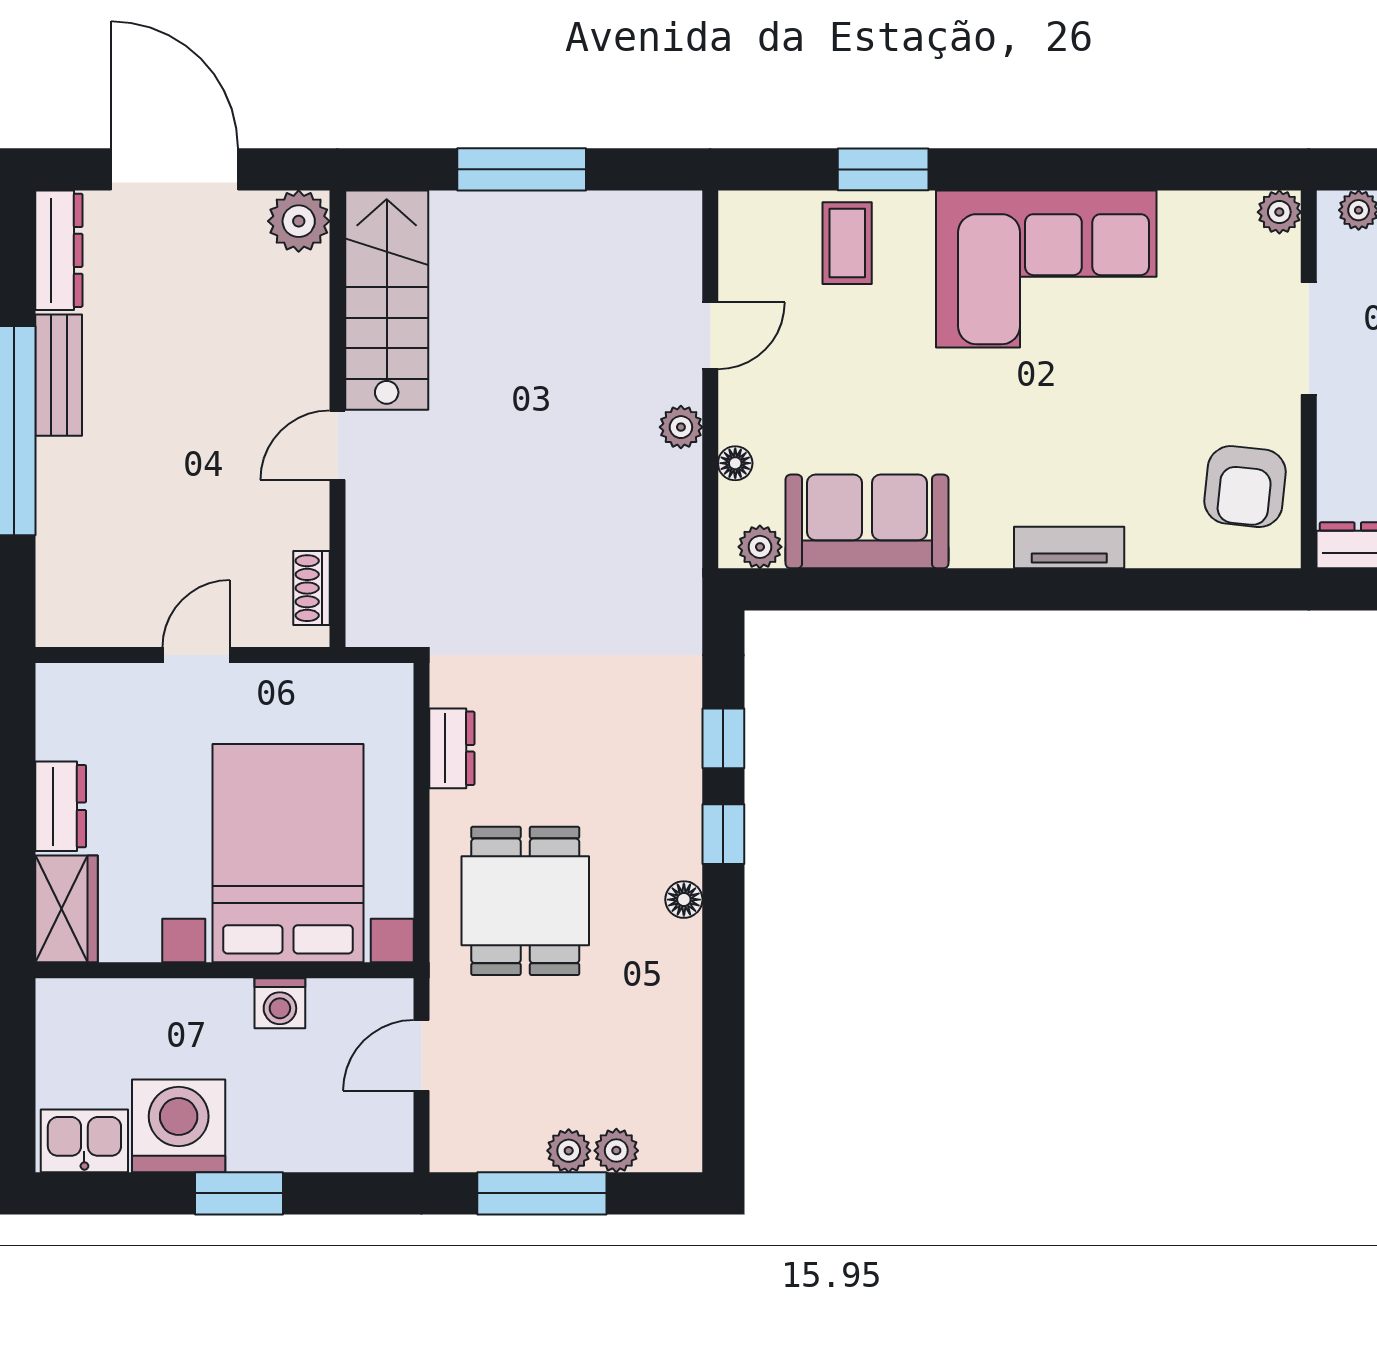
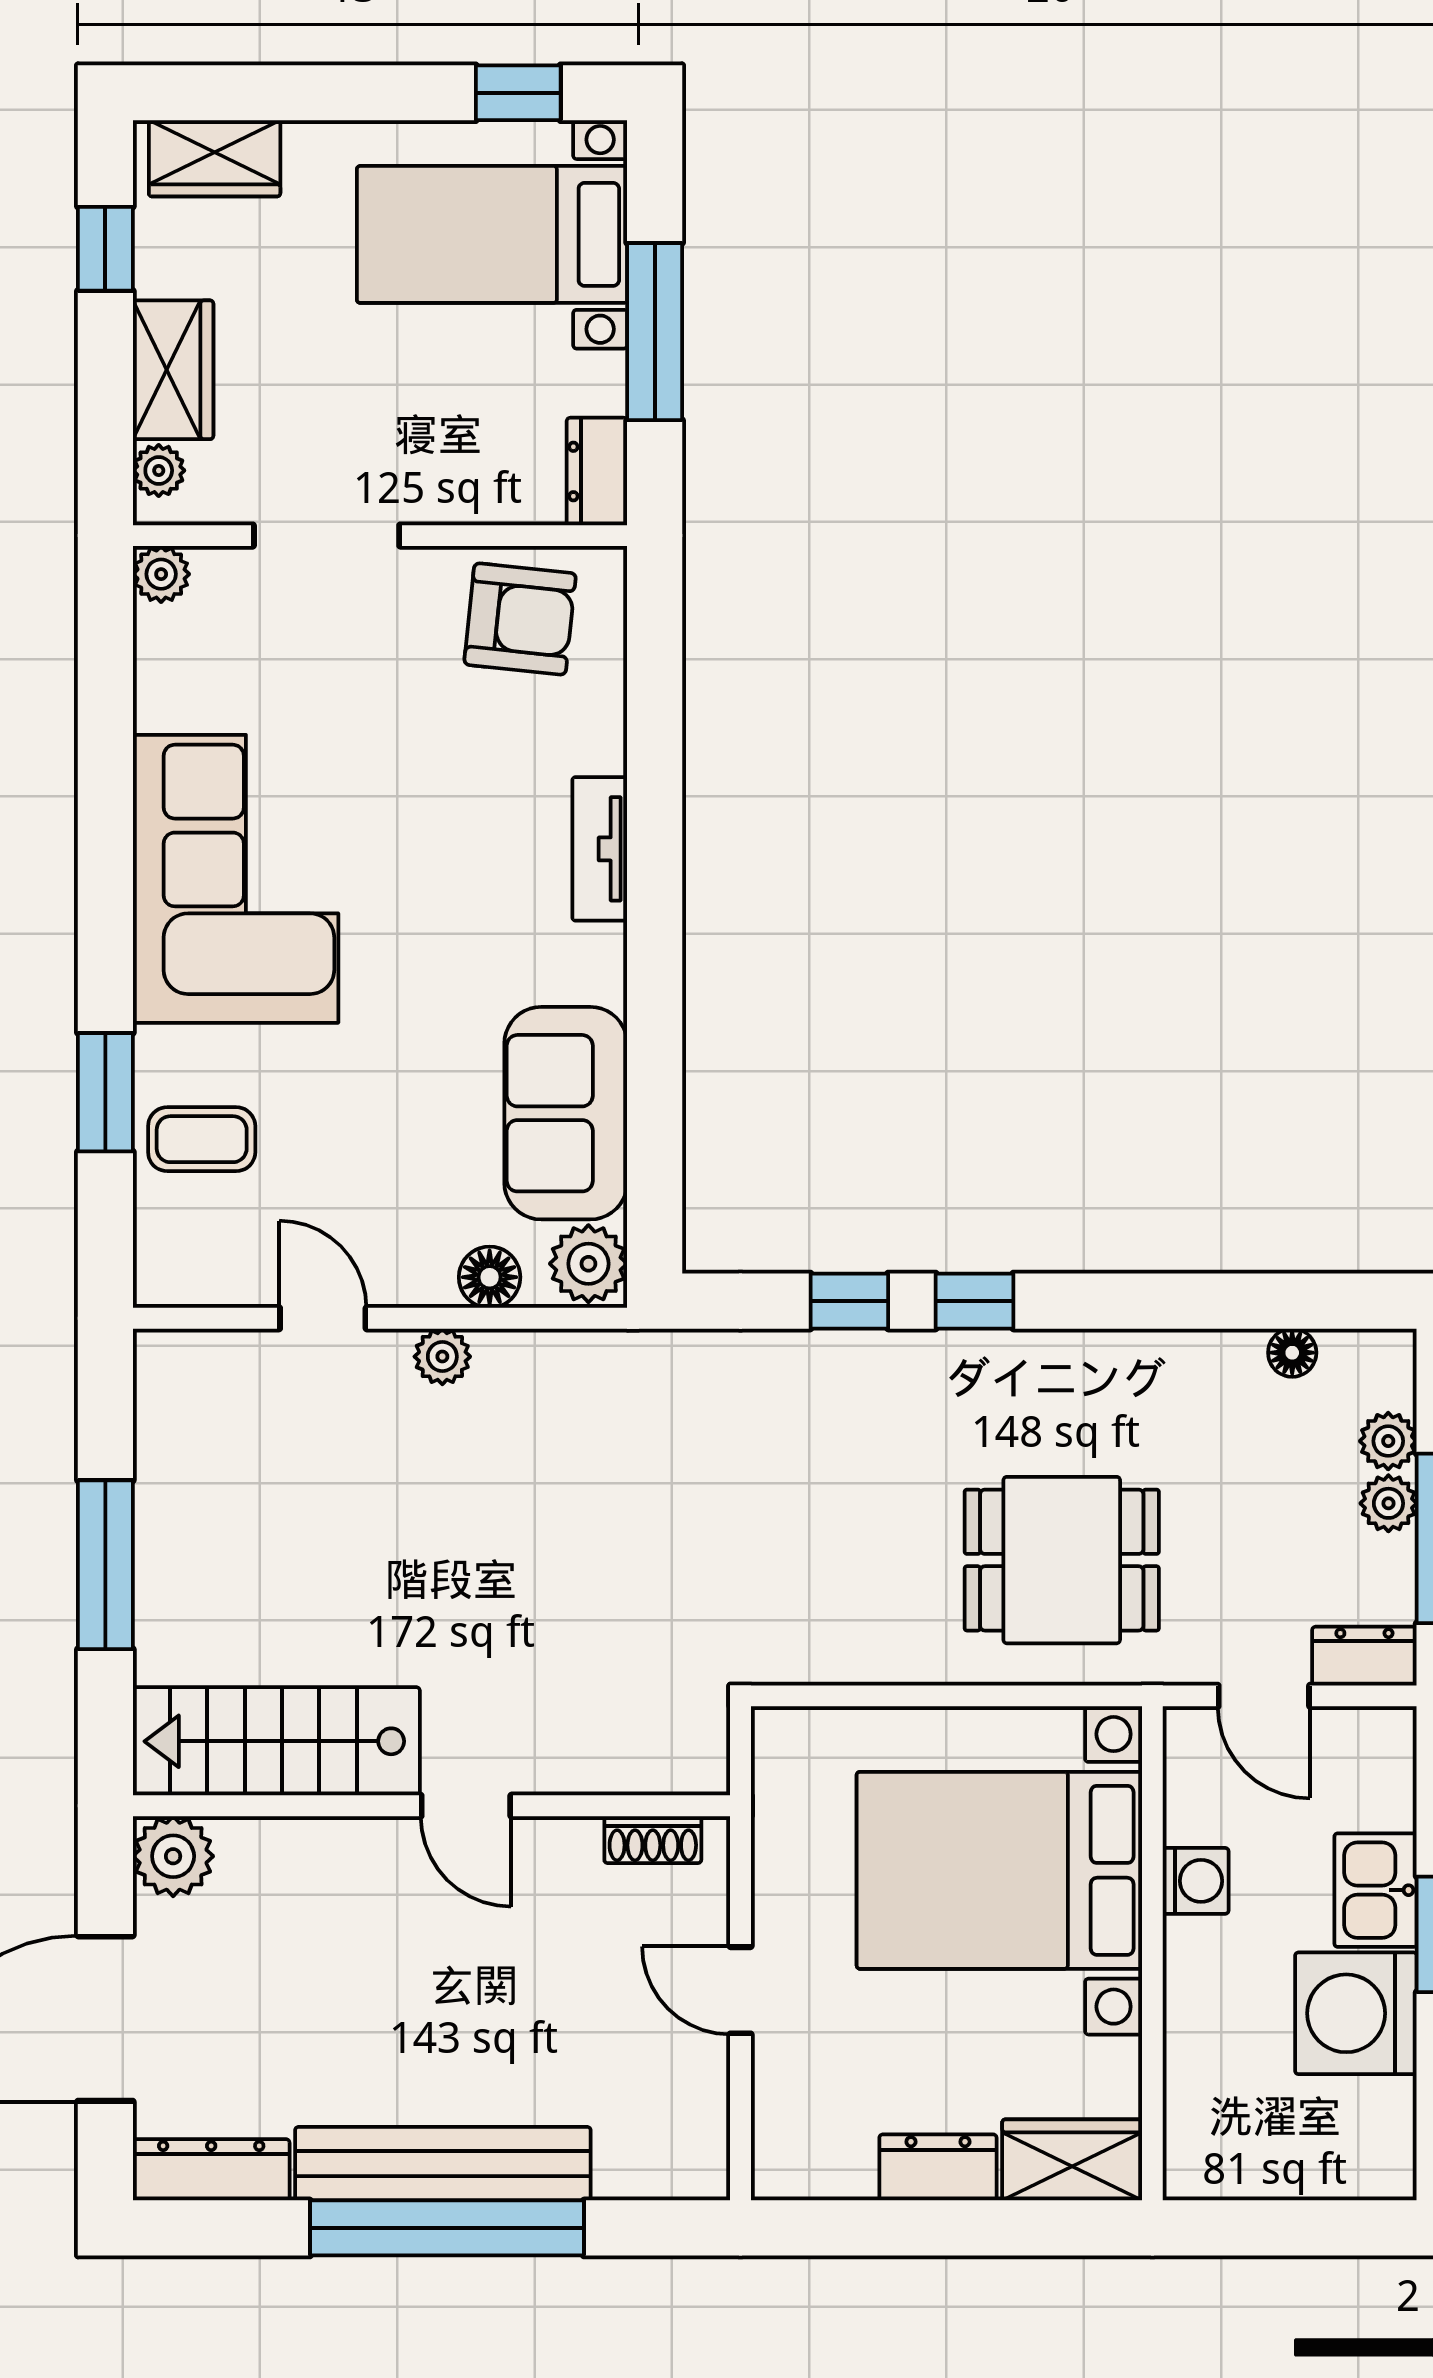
bench: (59, 375) -> (443, 2164), width x1.86, depth x1.21
floor lamp: (735, 463) -> (490, 1277), width x1.37, depth x1.37
plant: (760, 547) -> (588, 1264), width x1.38, depth x1.38
dresser: (452, 748) -> (1364, 1656), moved
floor lamp: (684, 900) -> (1292, 1353), moved
kitchen sink: (84, 1141) -> (1376, 1890), moved

